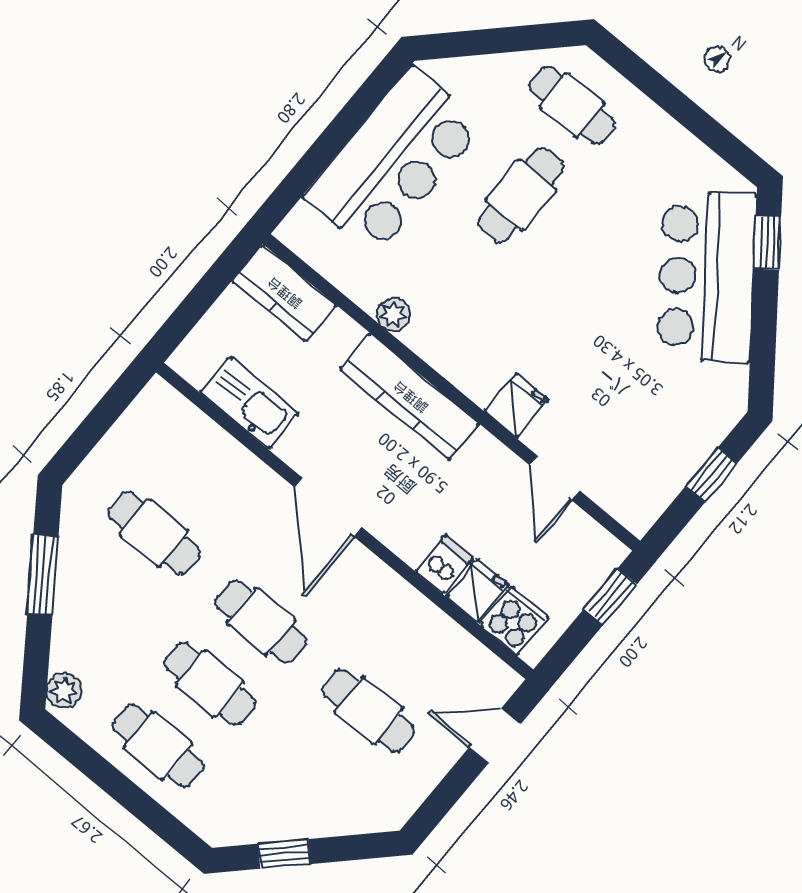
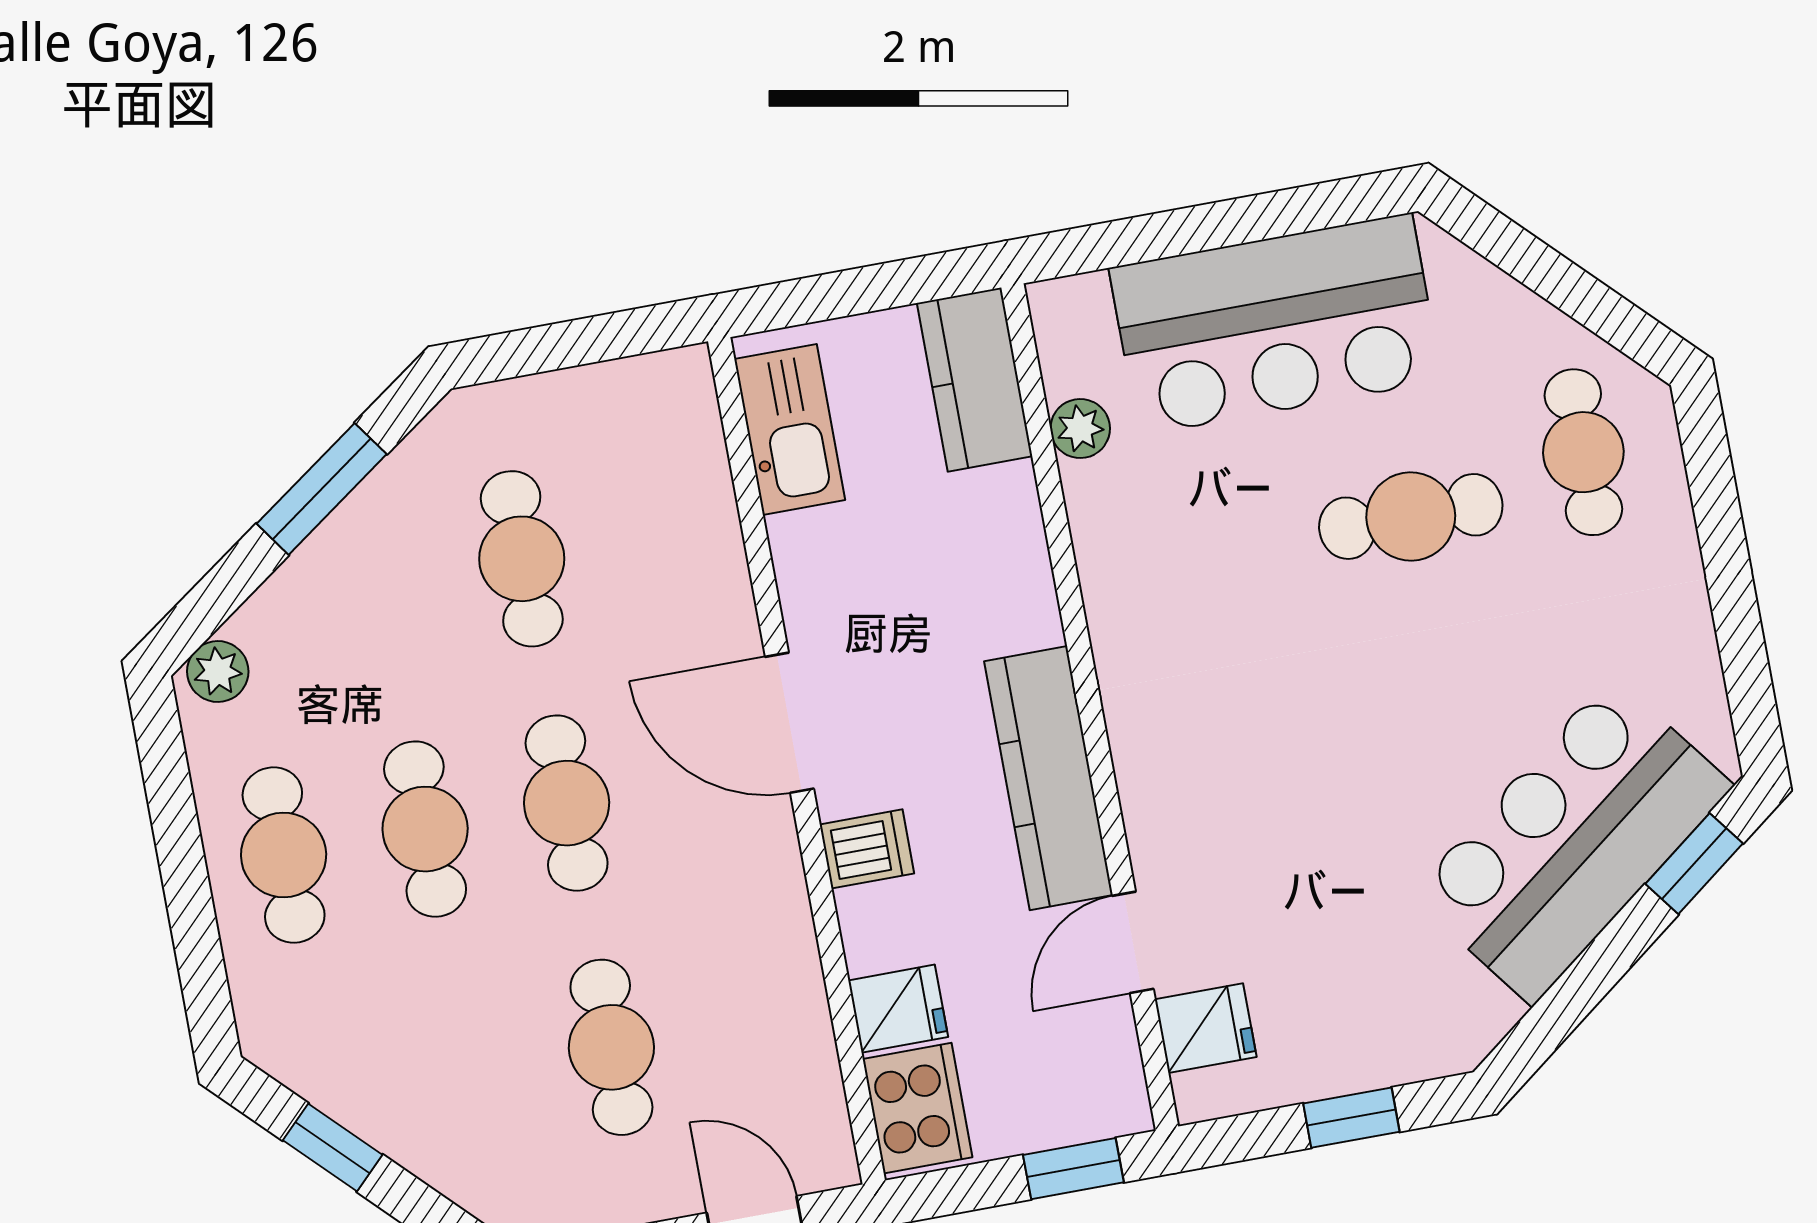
plant: (393, 314) -> (1080, 429), moved
kitchen counter: (410, 397) -> (1049, 778), moved
kitchen sink: (249, 403) -> (790, 429), moved
fridge: (516, 406) -> (1206, 1028), moved
door: (328, 507) -> (789, 723), hinge flipped
dishwasher: (444, 565) -> (867, 849), moved
cooker: (515, 621) -> (917, 1108), width x1.36

